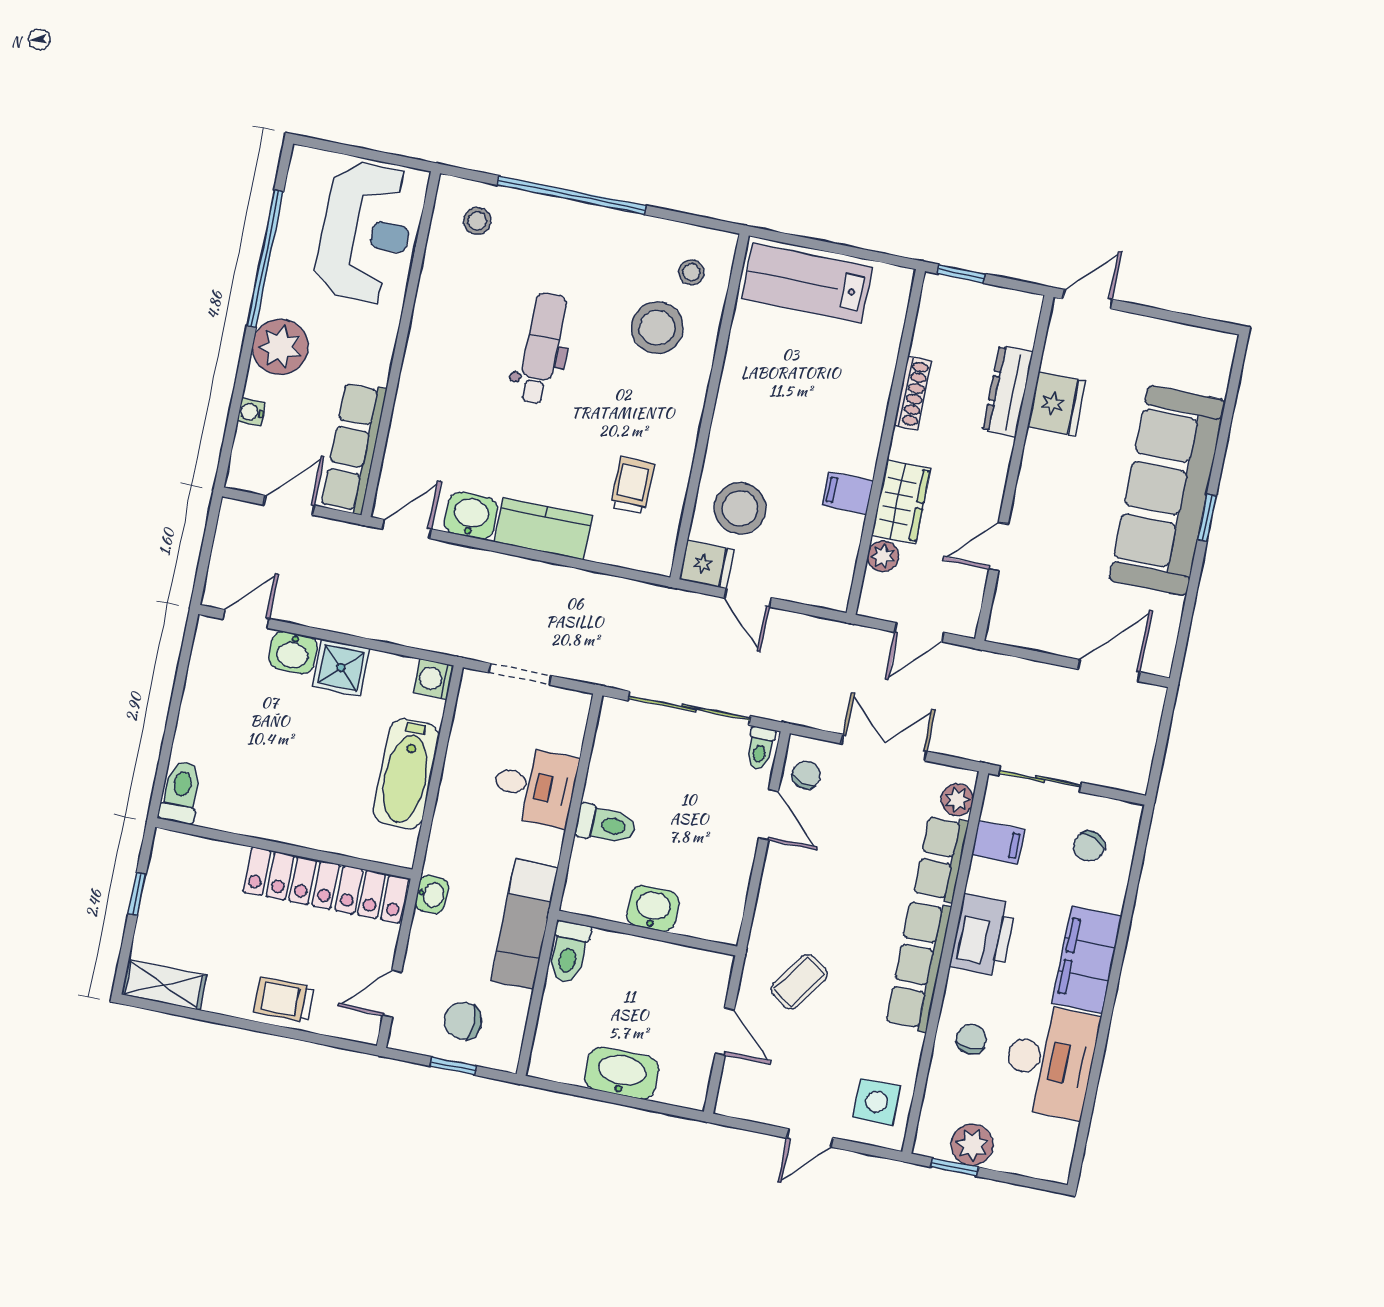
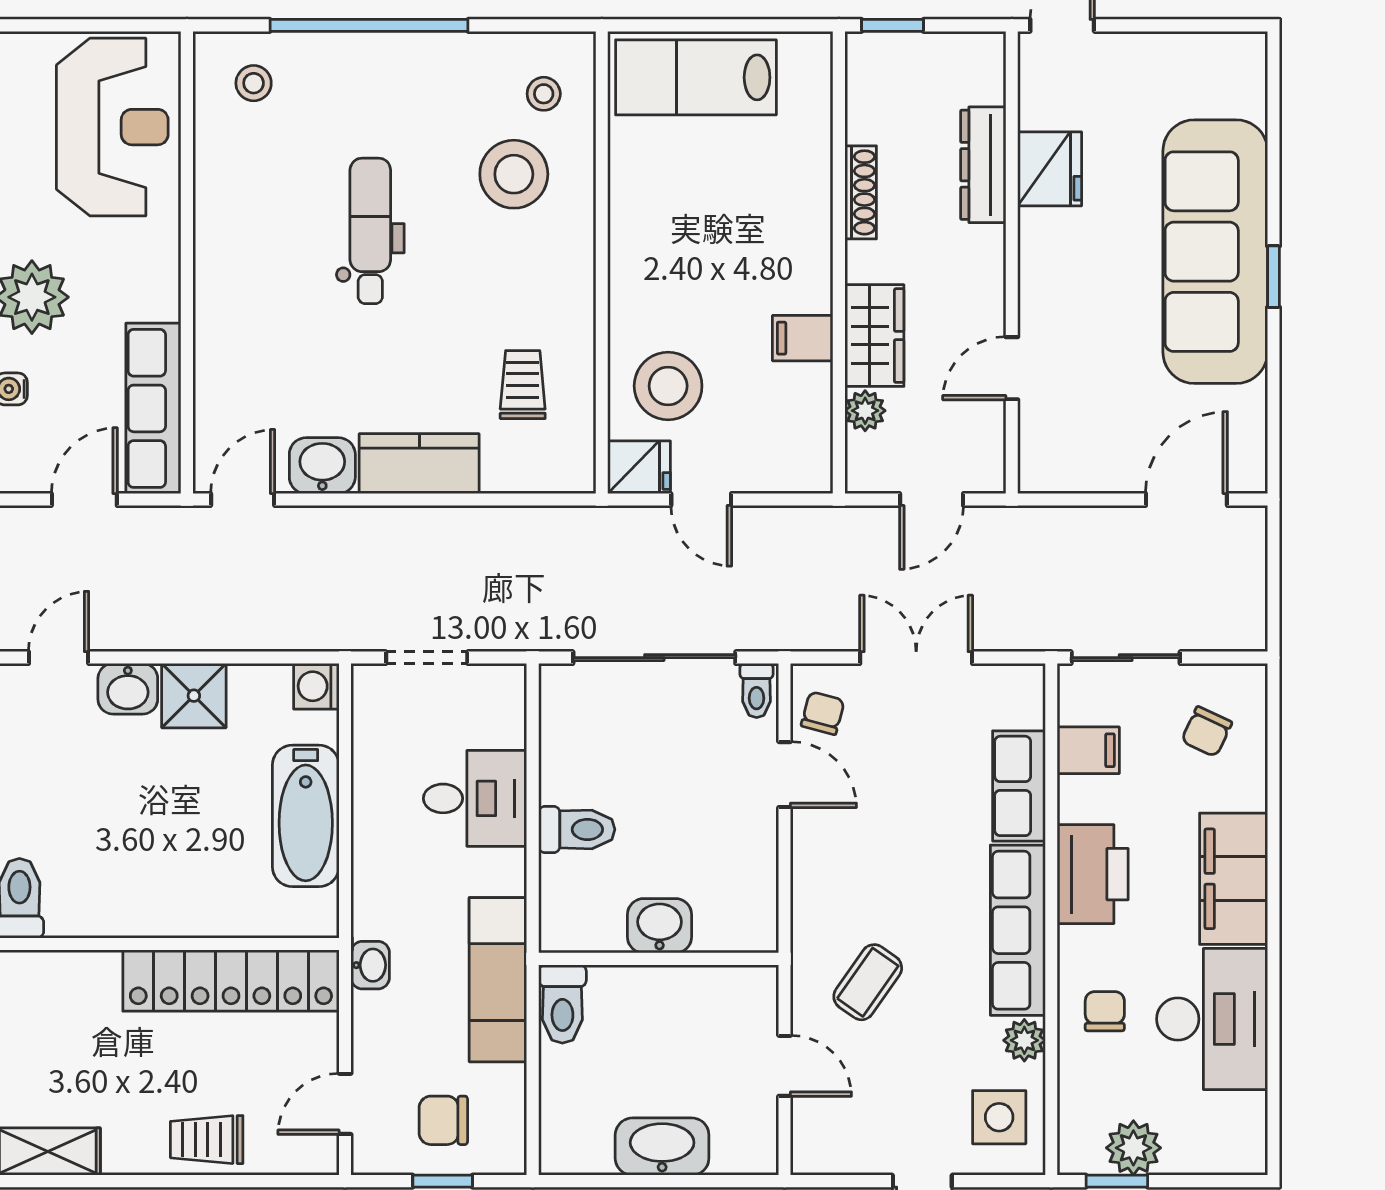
plant: (957, 800) -> (1024, 1040), moved

